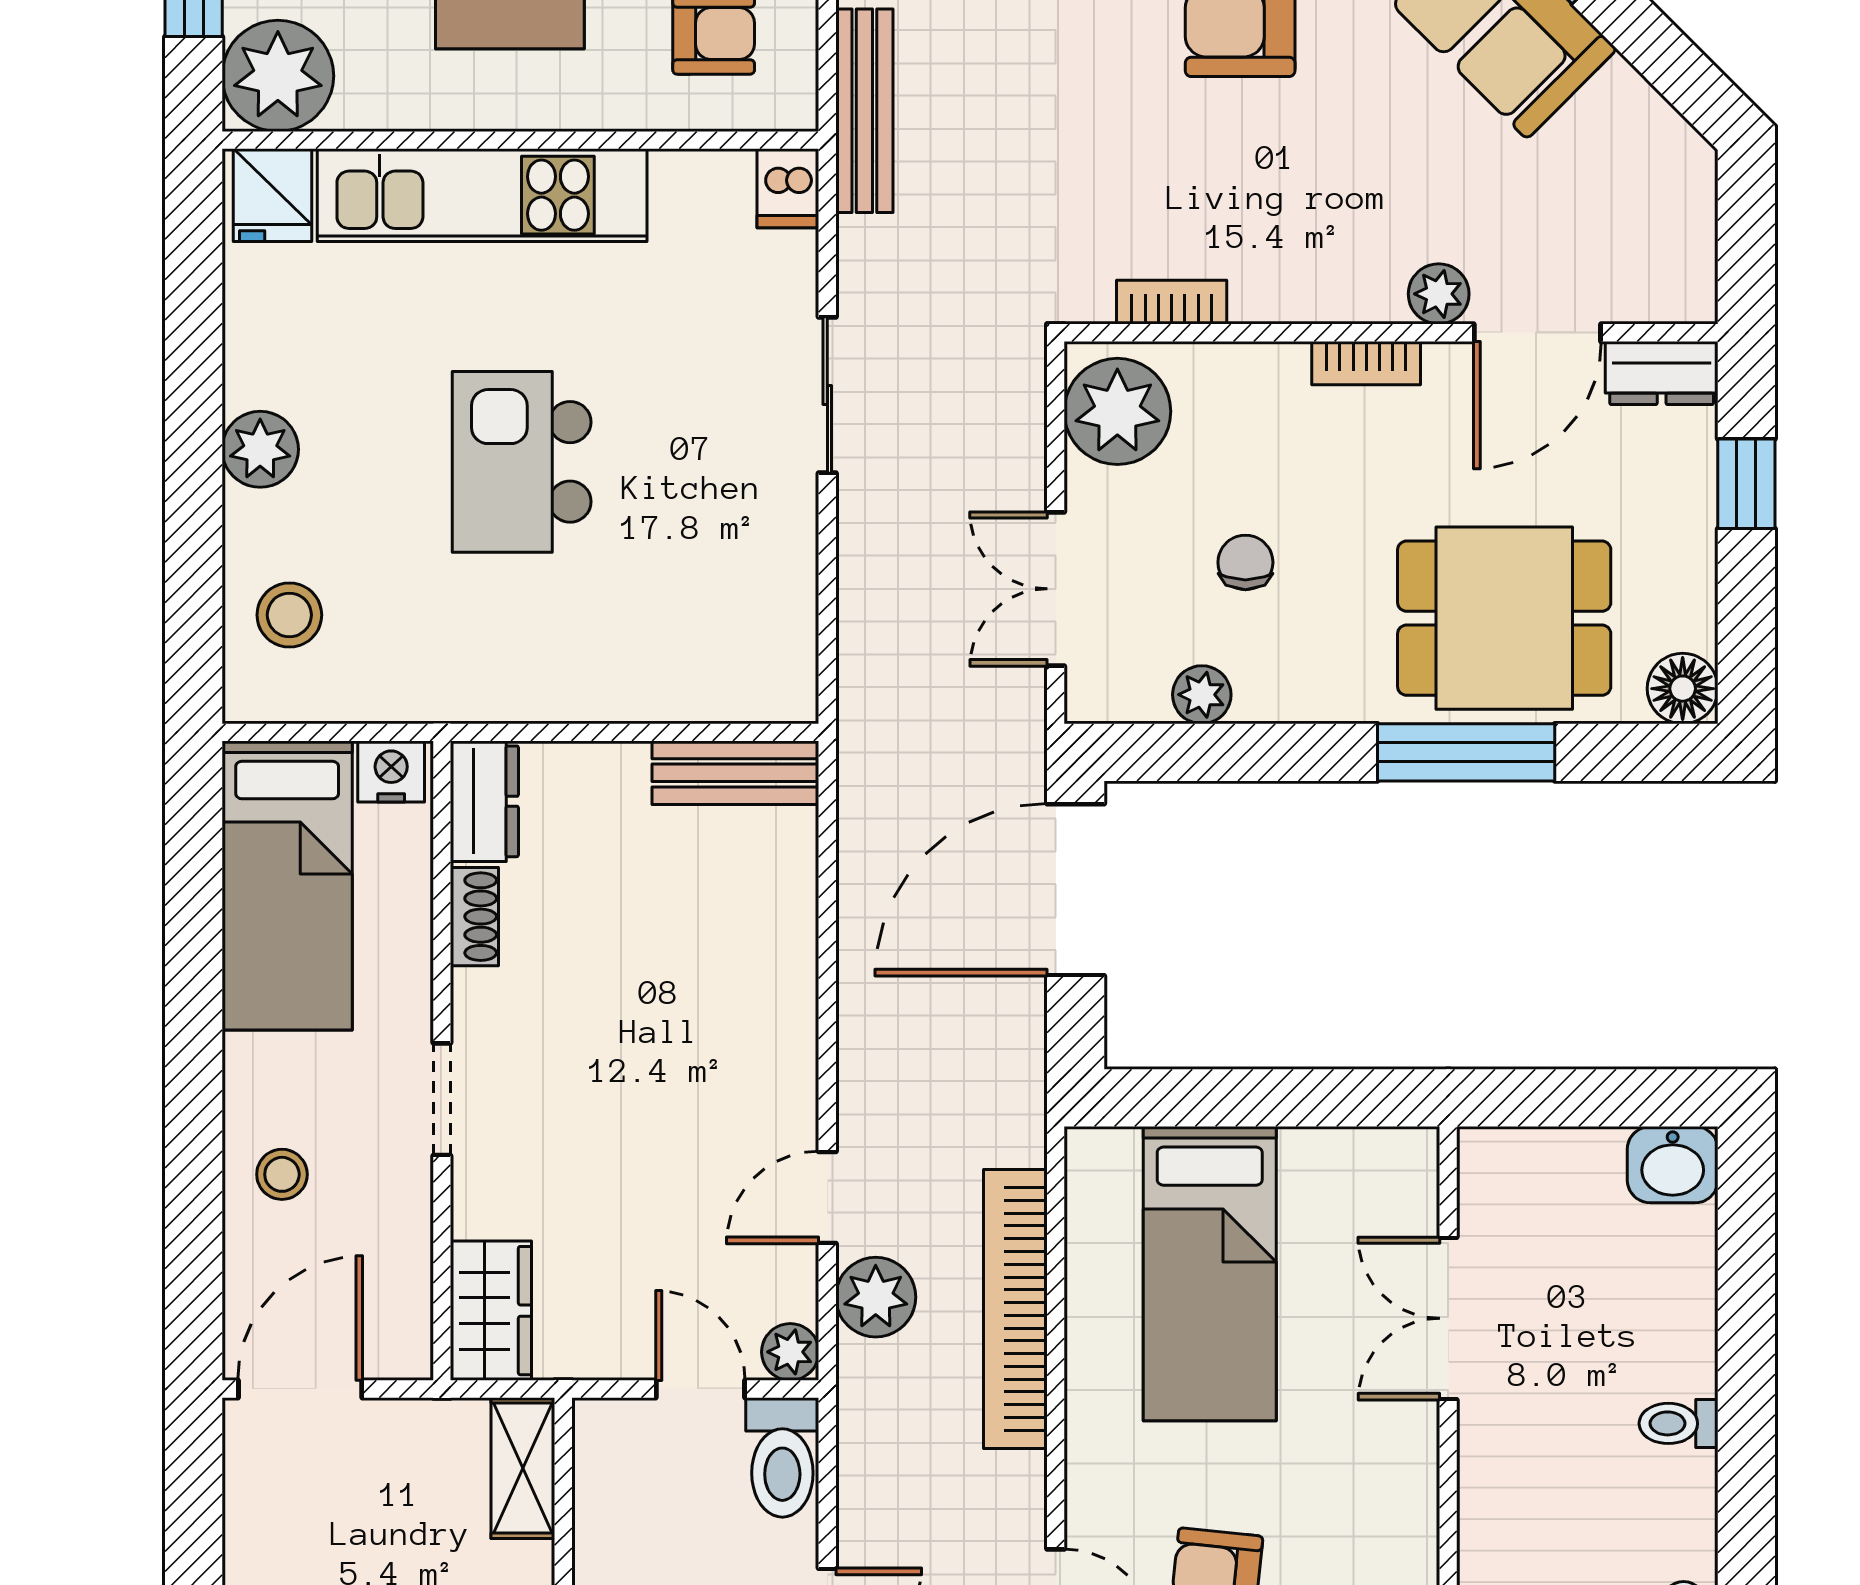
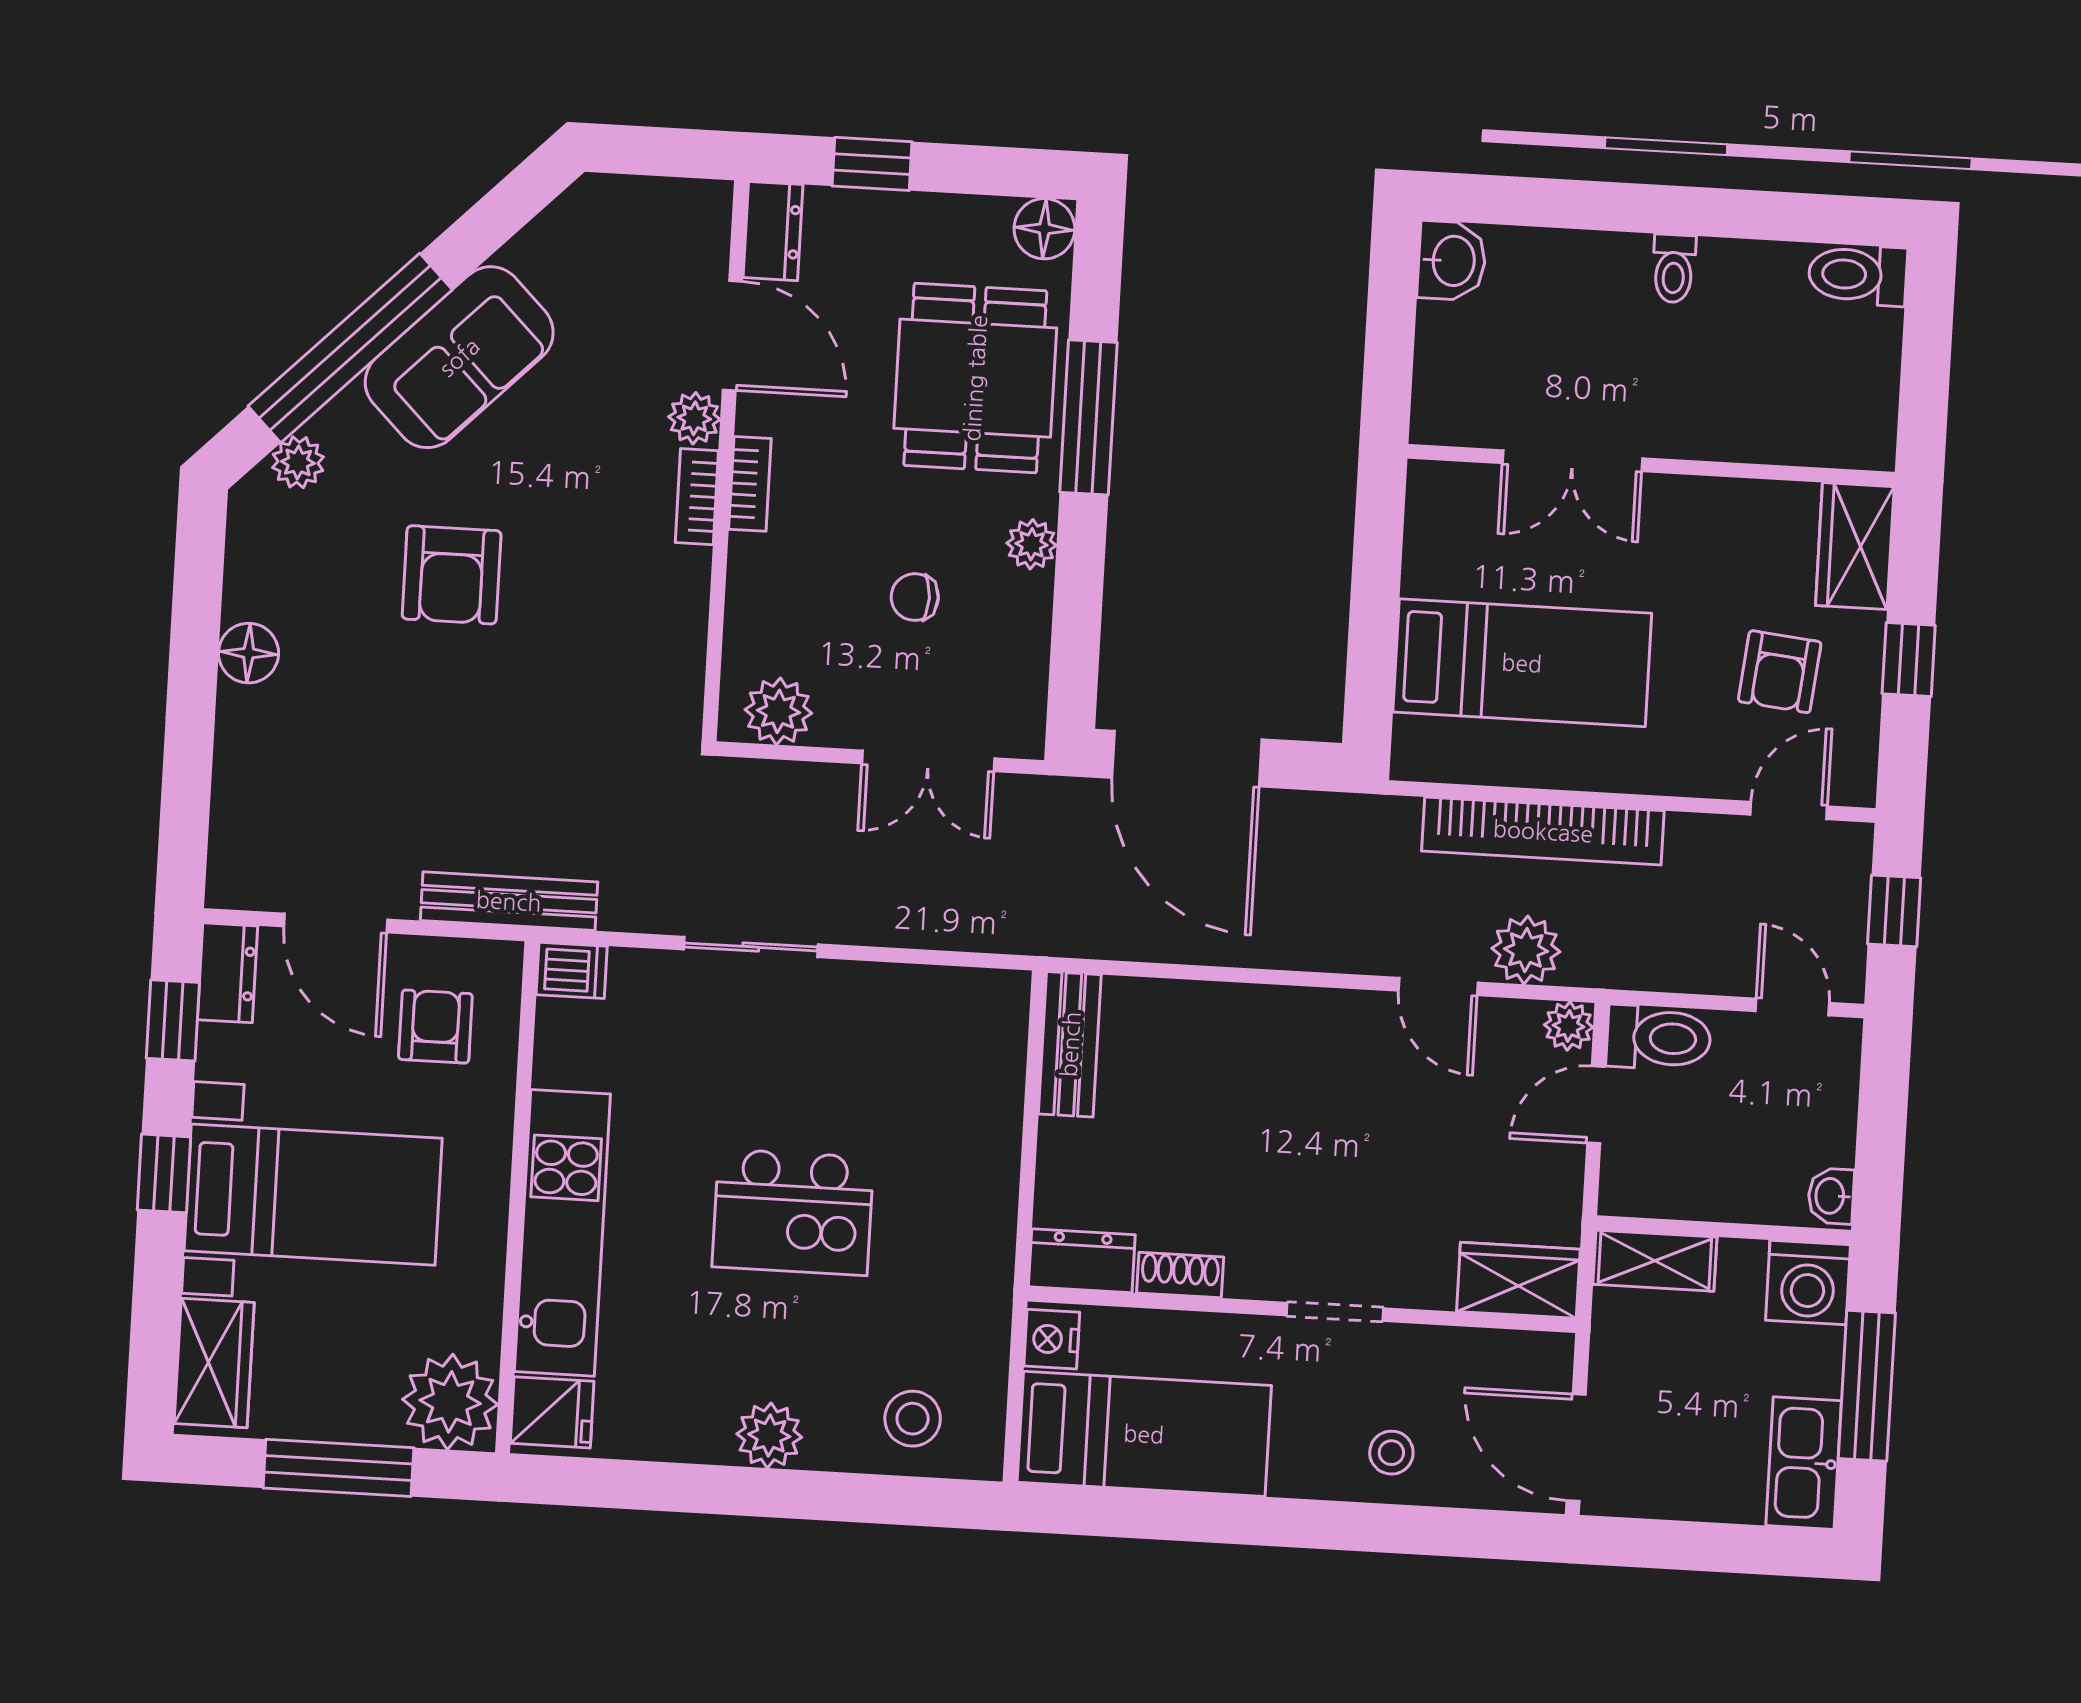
bookcase: (1172, 302) -> (697, 497), moved
plant: (1117, 411) -> (778, 711), width x0.73, depth x0.73
plant: (1202, 695) -> (1032, 544), moved

